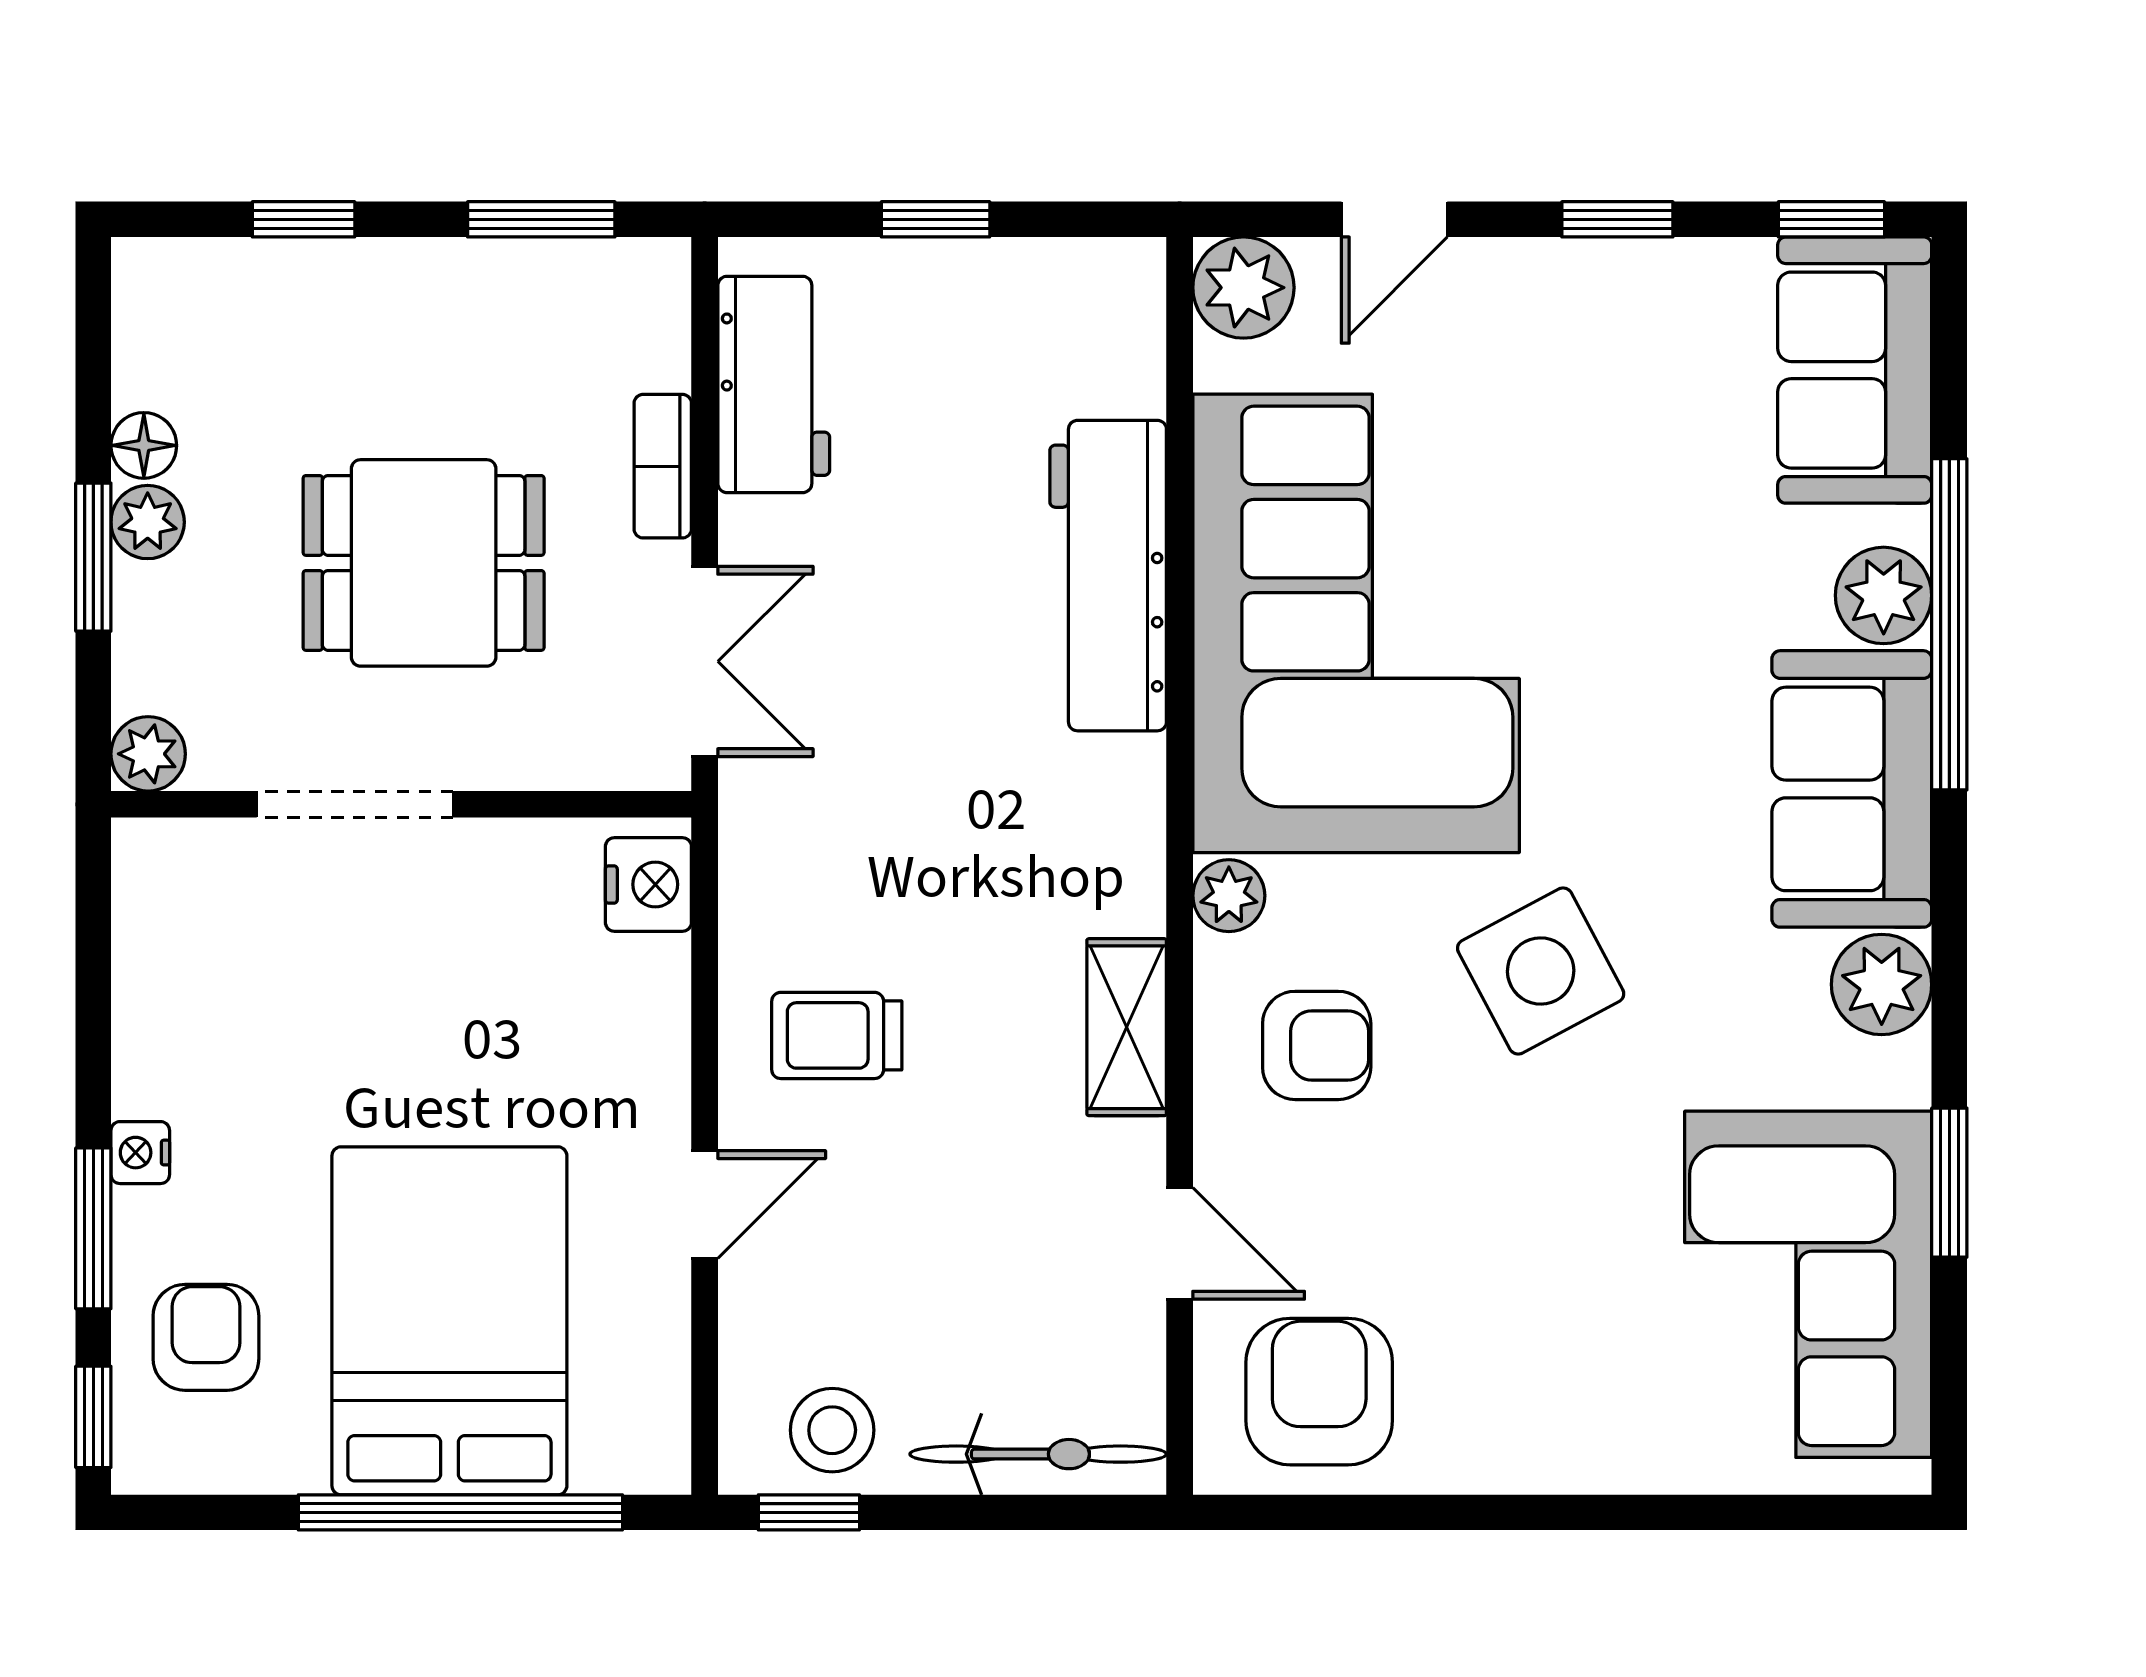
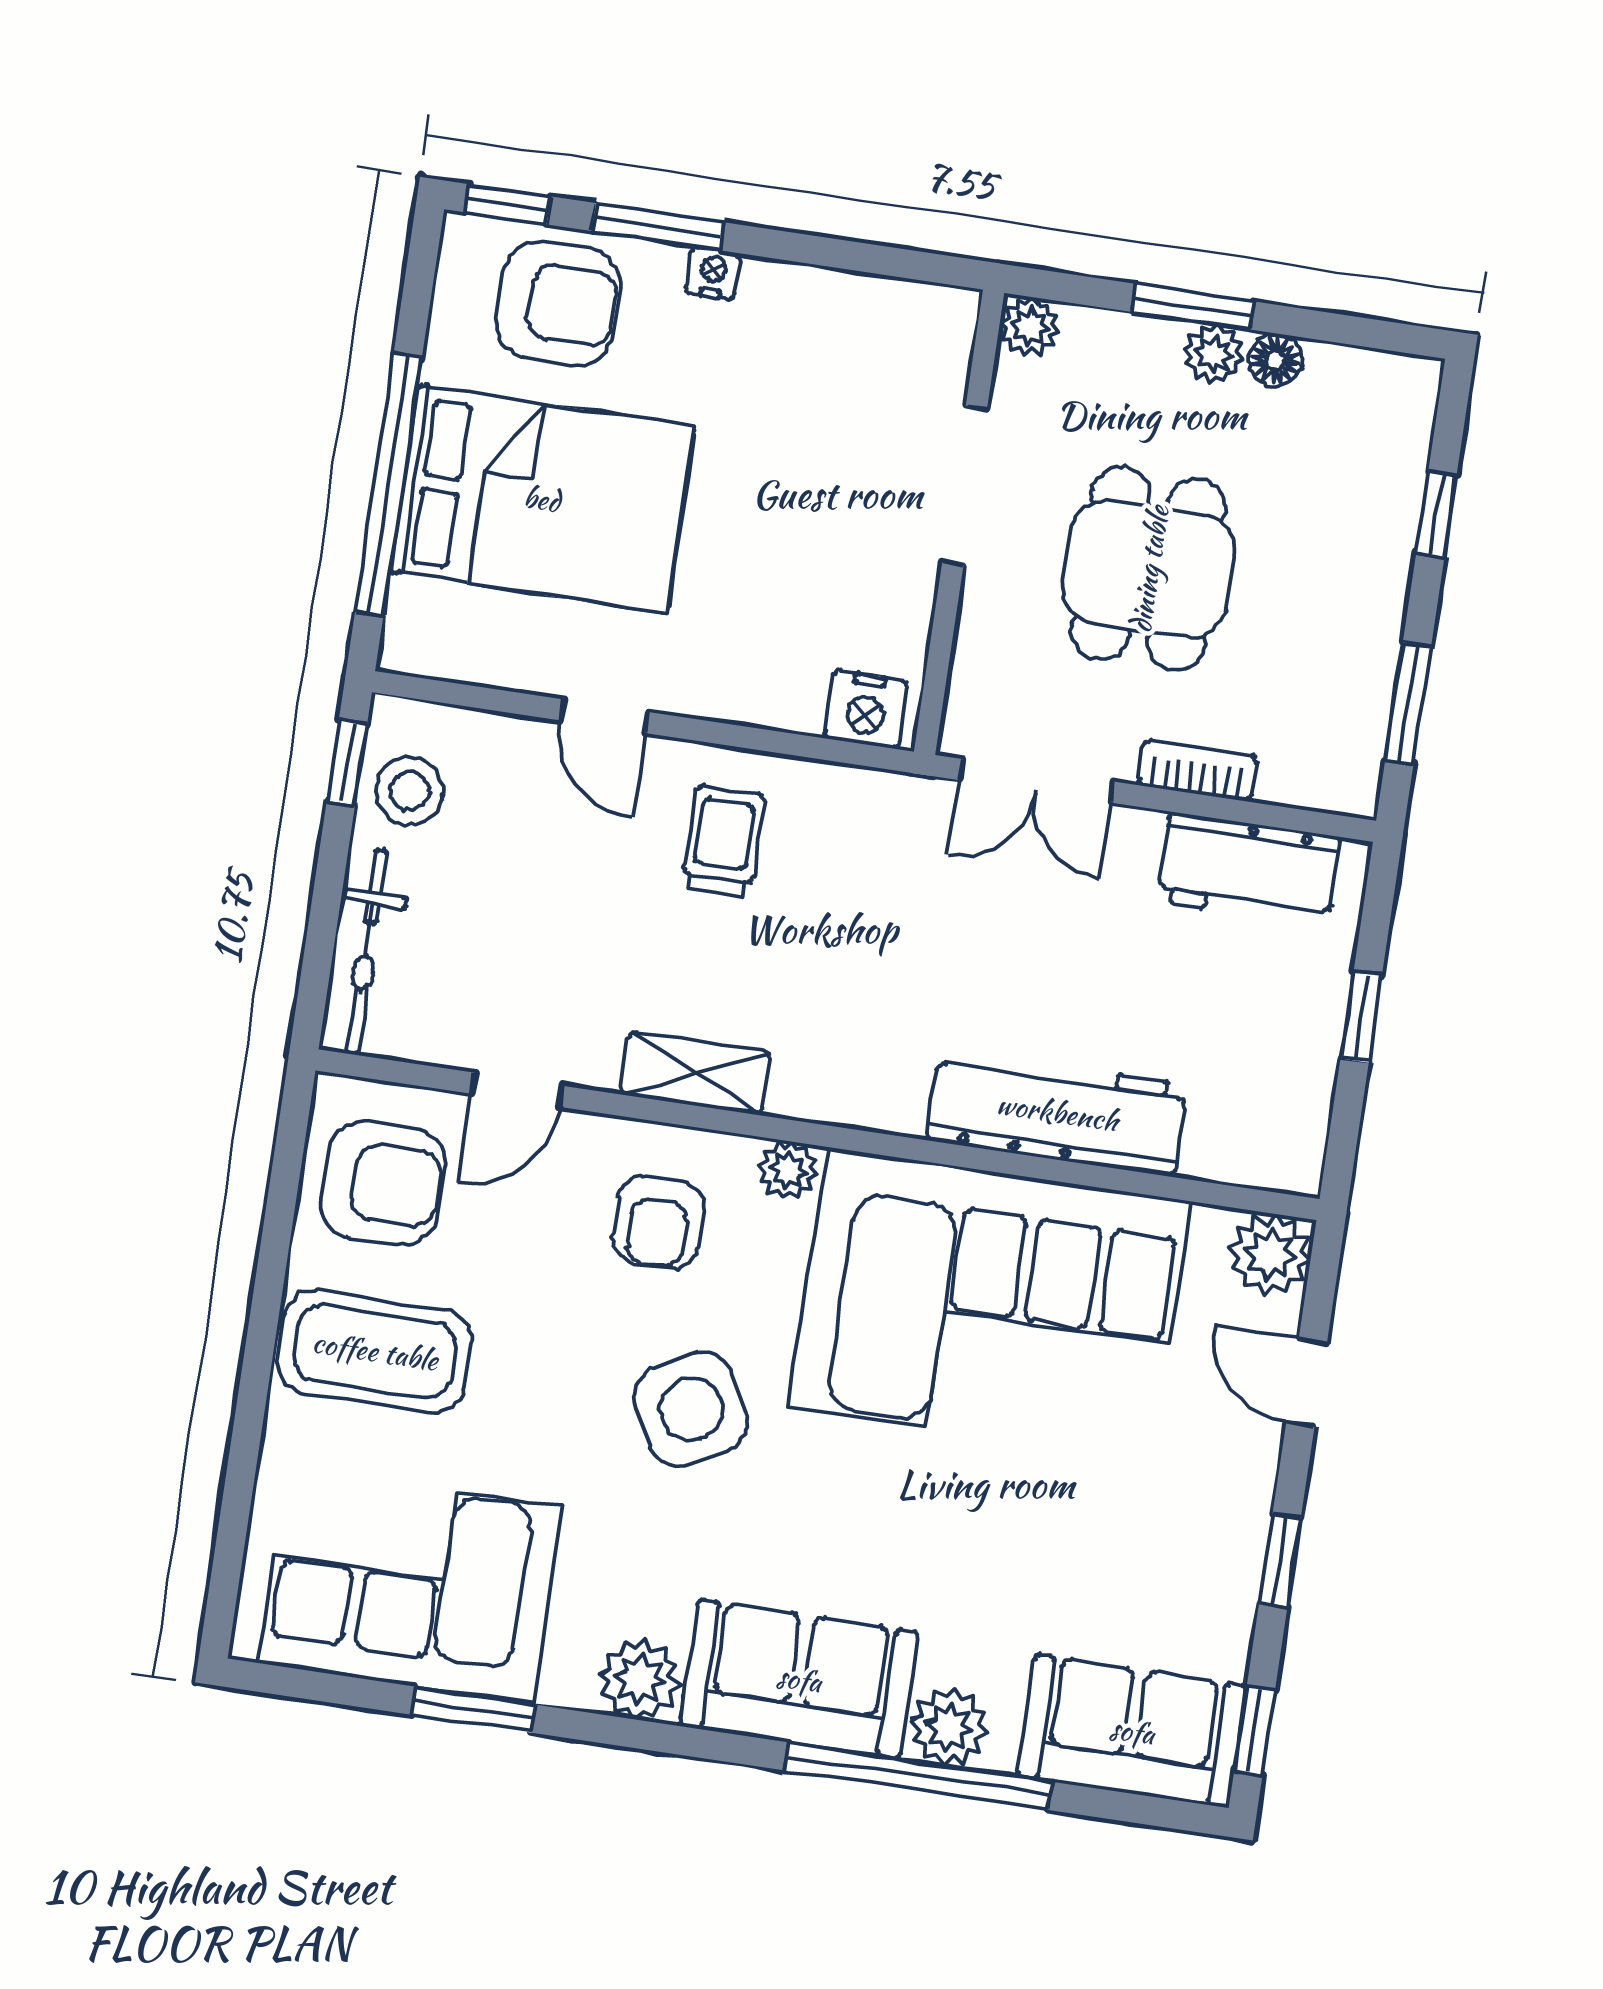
armchair: (206, 1337) -> (558, 303), width x1.38, depth x1.38
coffee table: (1527, 1370) -> (375, 1351), added

